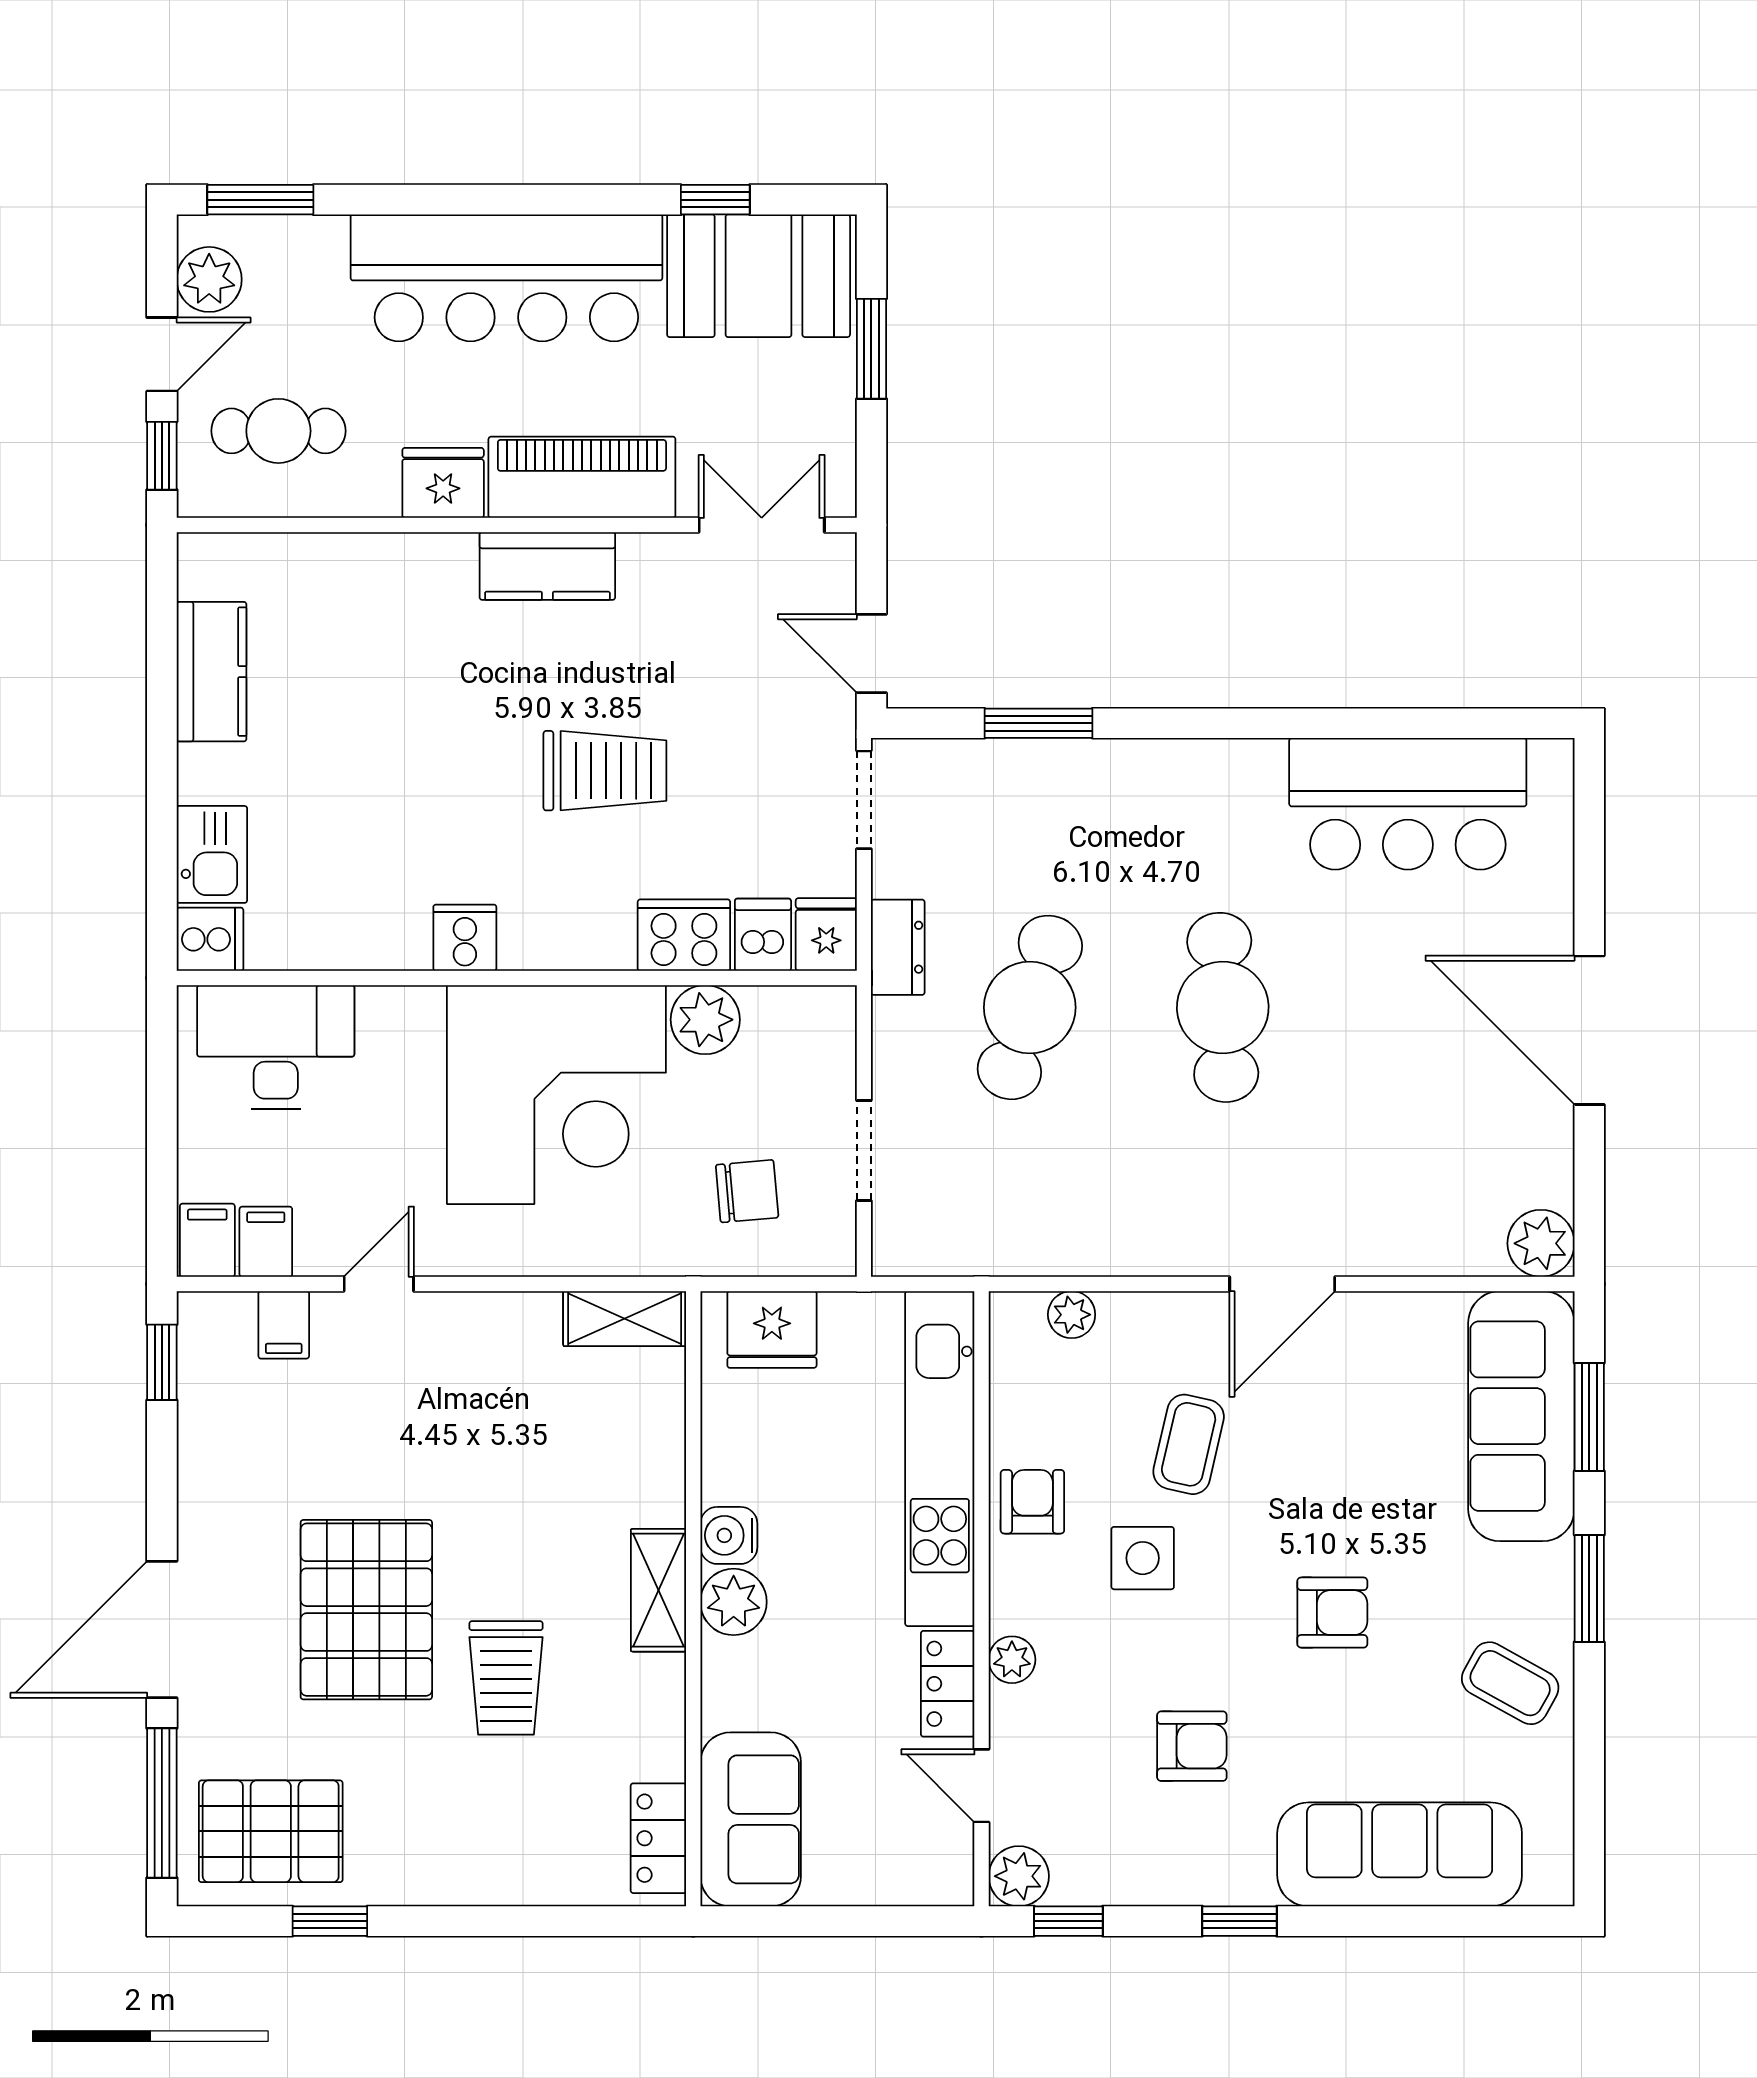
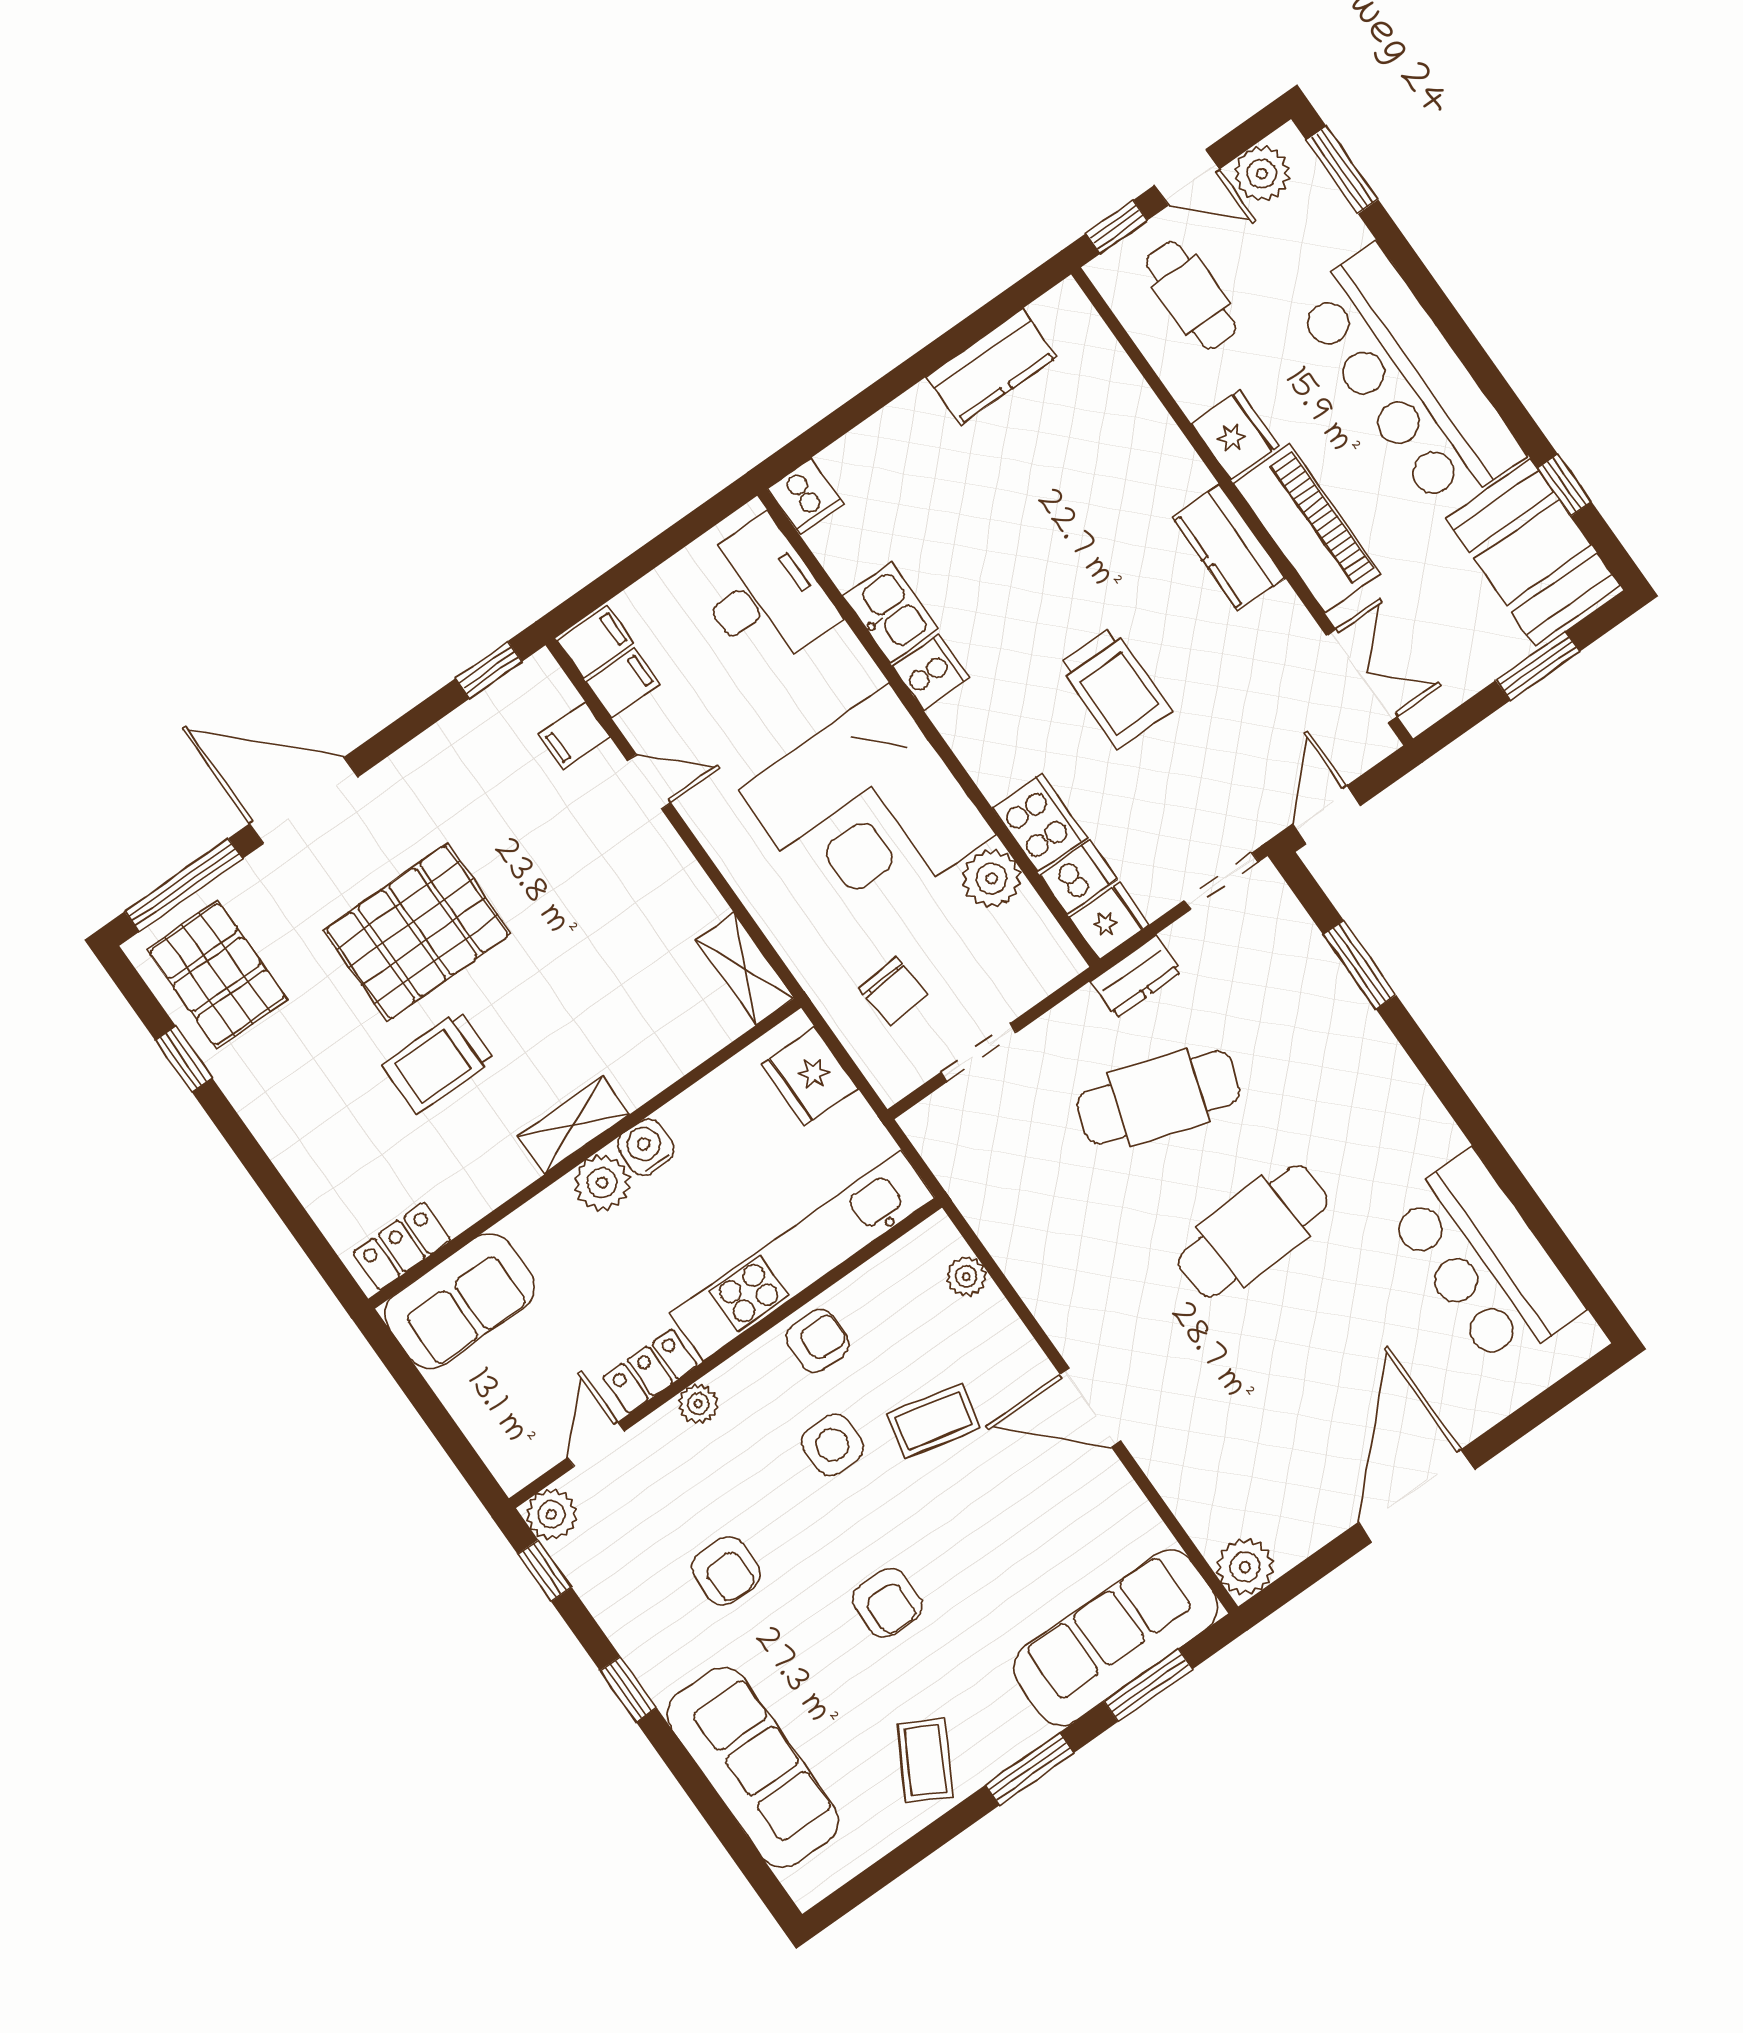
kitchen sink: (212, 854) -> (891, 613), moved, turned -90

